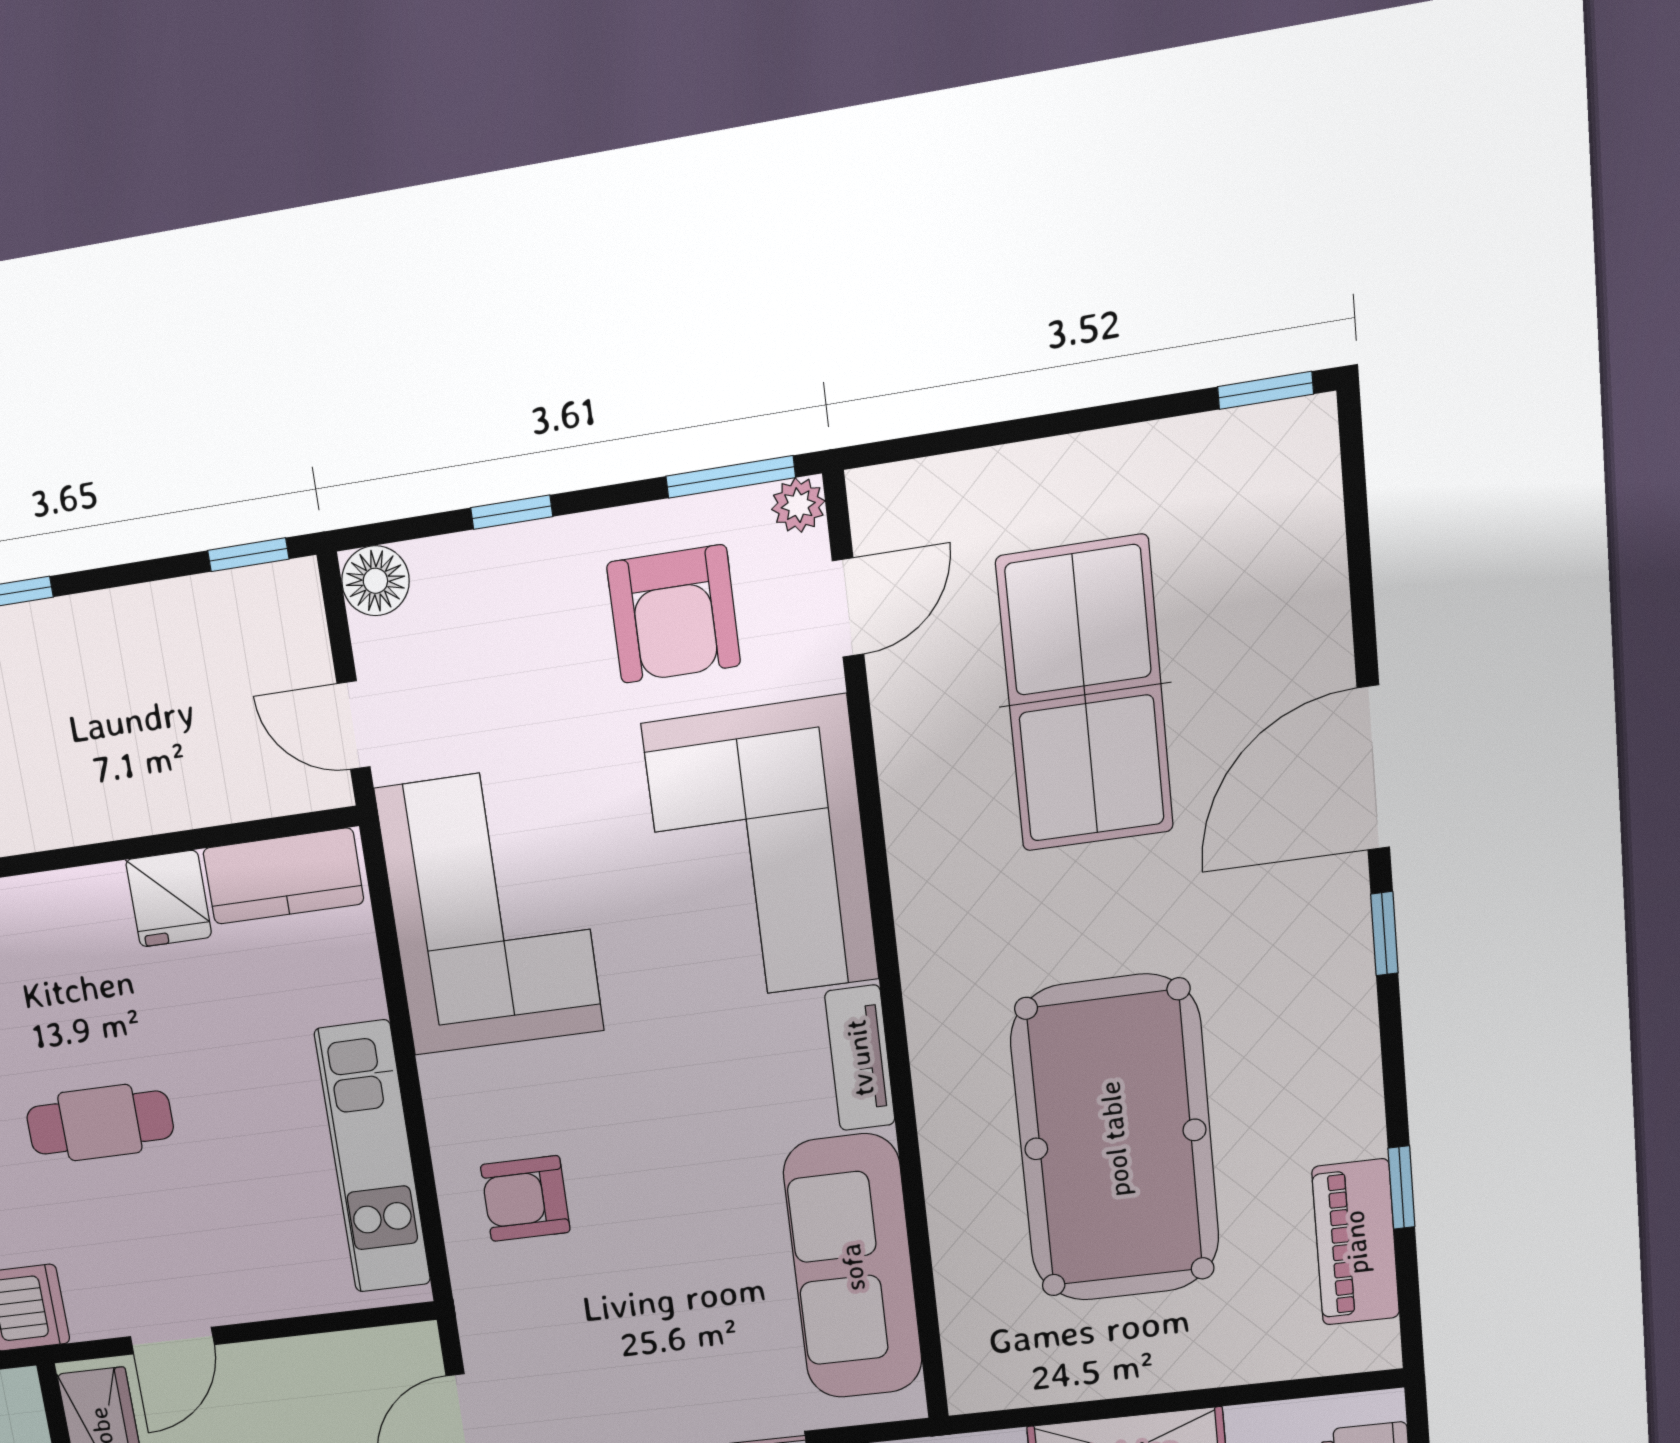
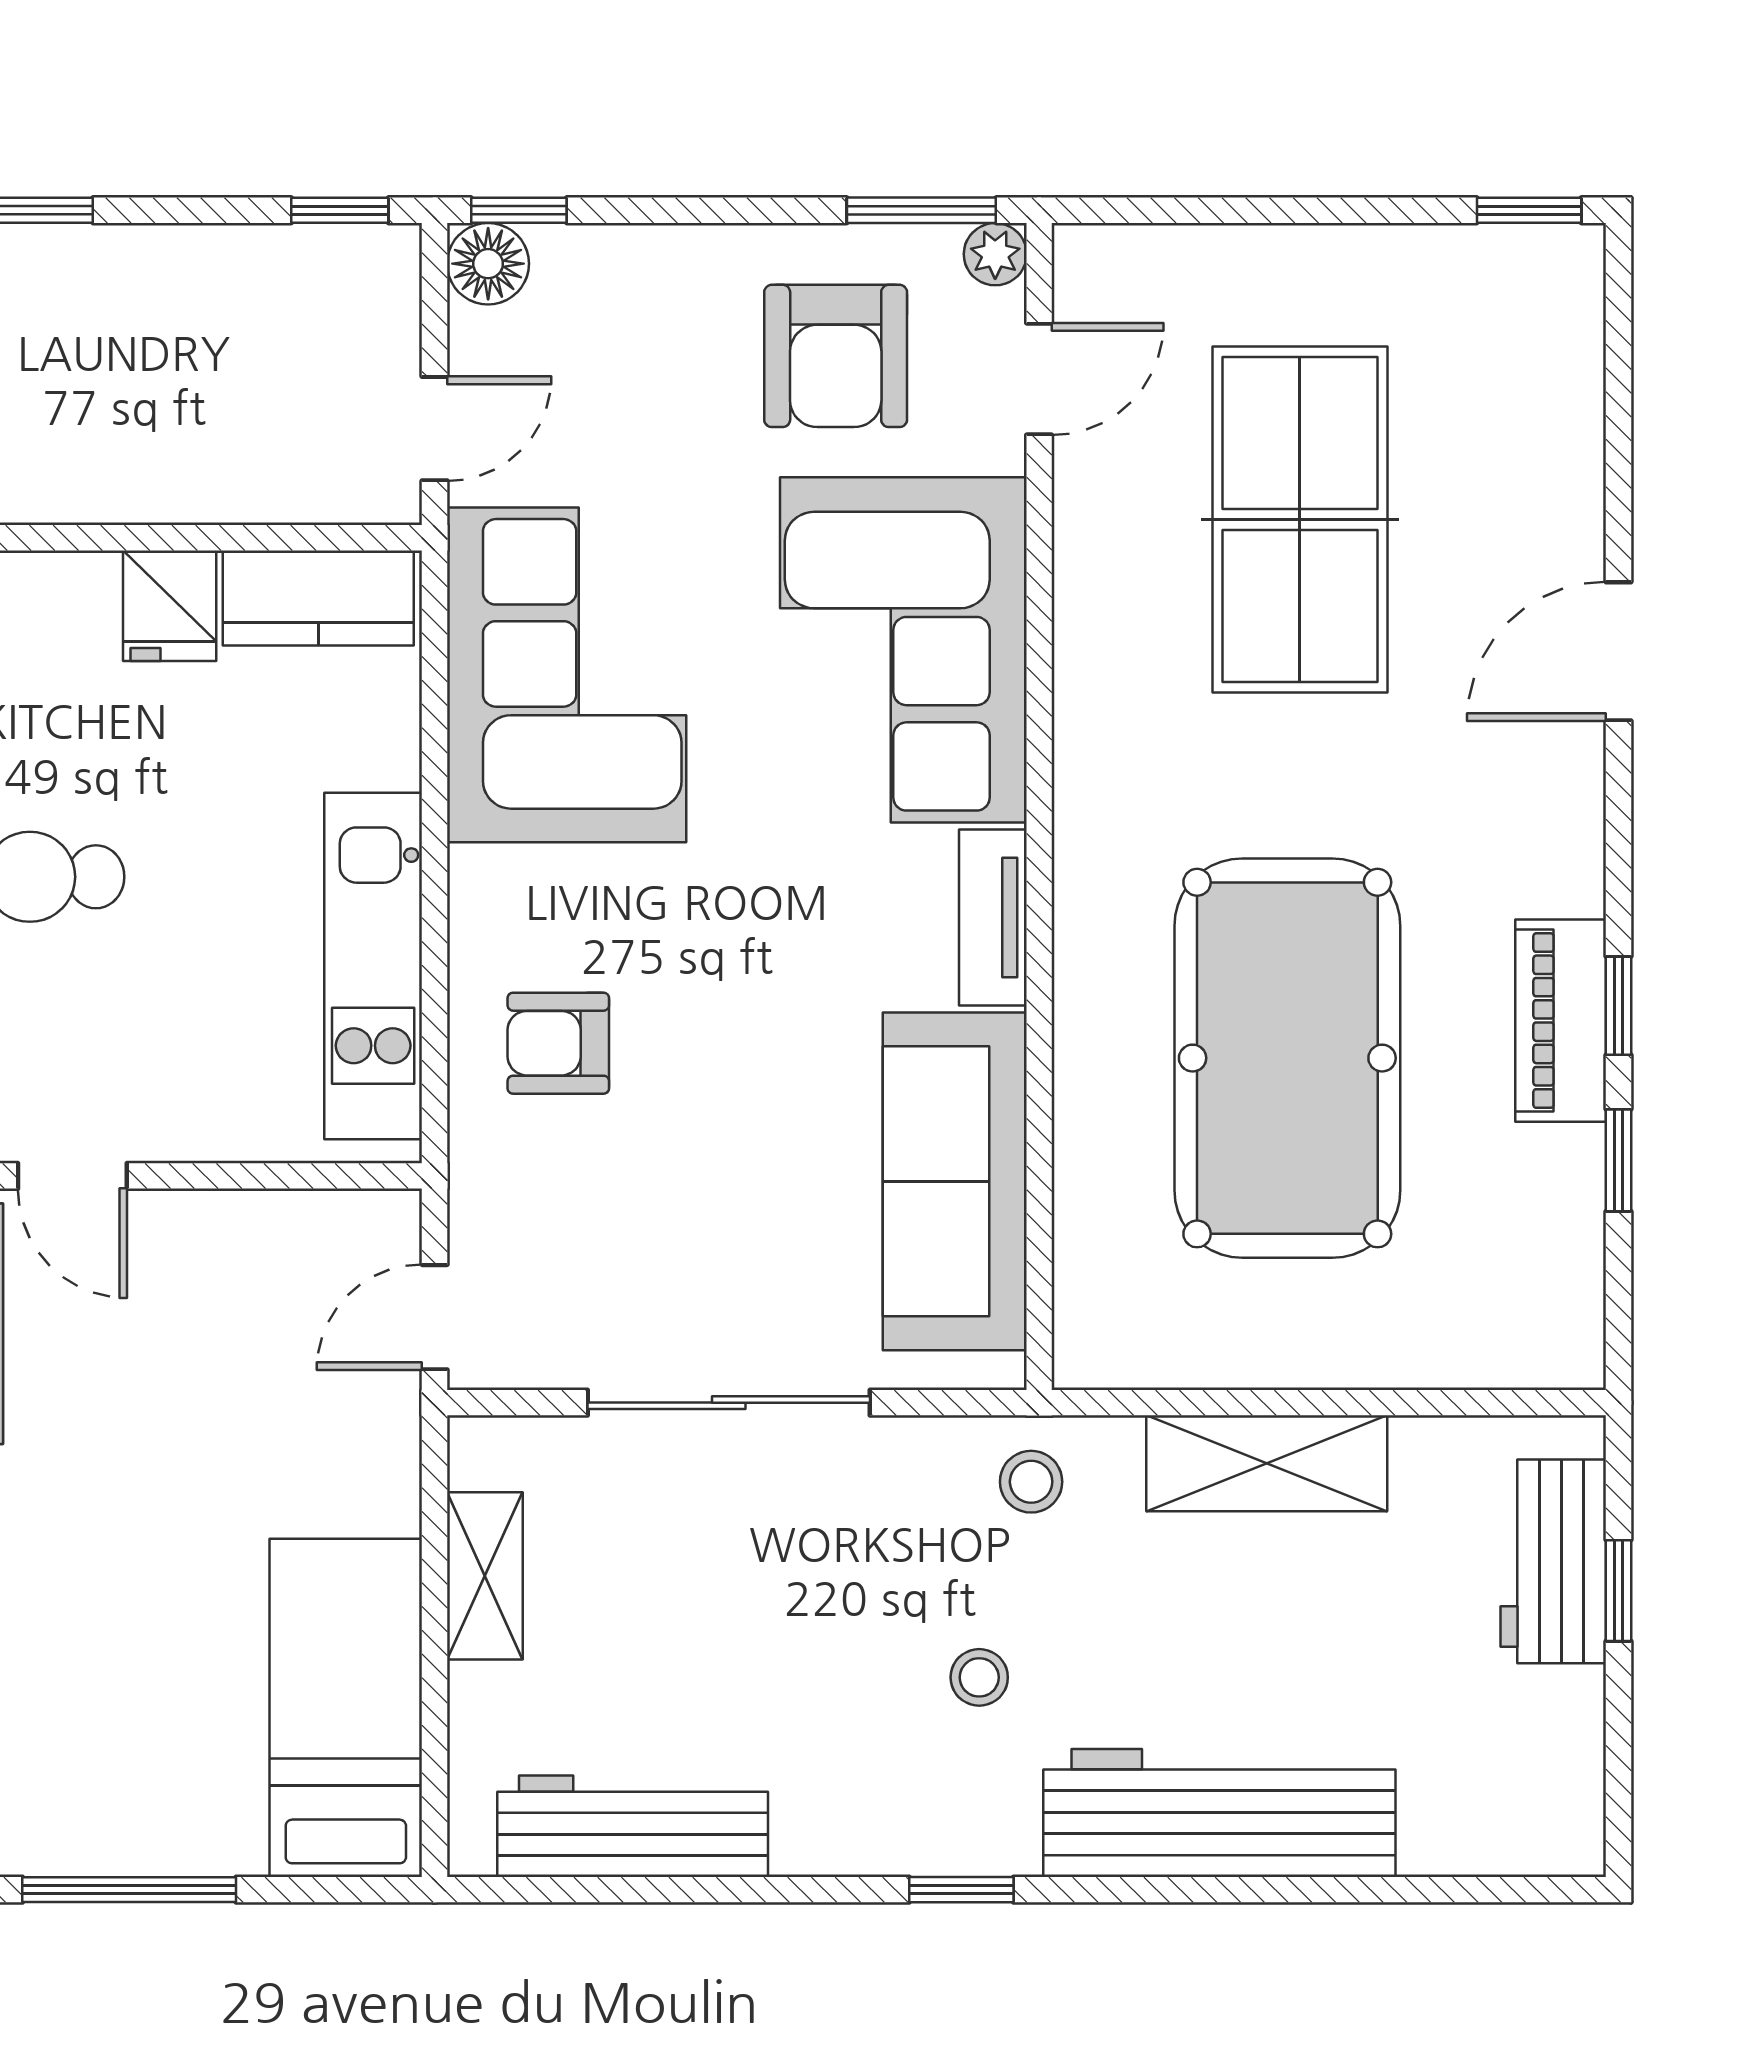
window: (512, 512) -> (519, 210), moved
door: (354, 725) -> (435, 429), swing flipped
door: (1373, 768) -> (1619, 651), width x0.73
window: (1384, 934) -> (1619, 1006), moved
piano: (1356, 1242) -> (1561, 1021), moved
door: (172, 1341) -> (72, 1176), hinge flipped

